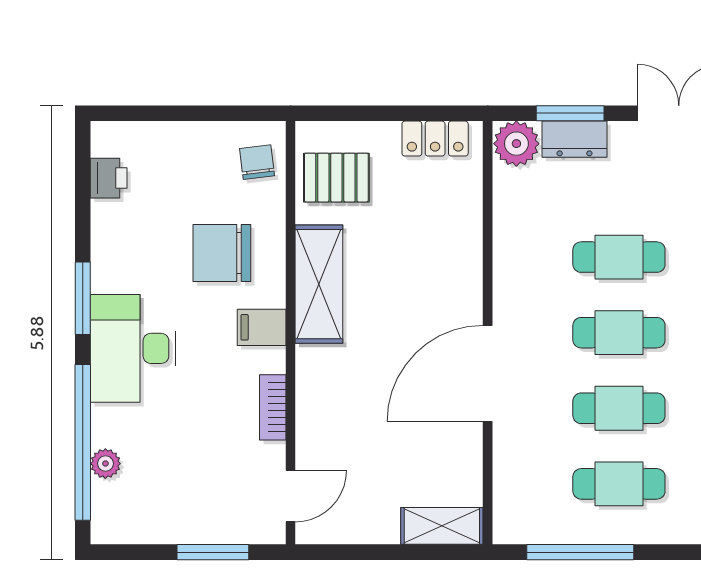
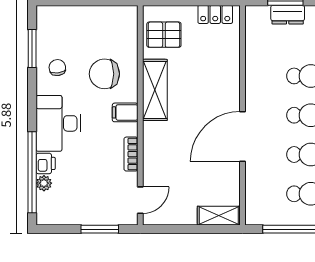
plant: (516, 144) -> (257, 17), removed
chair: (257, 162) -> (57, 68), moved
printer: (109, 178) -> (46, 163), moved
window: (83, 298) -> (32, 48), moved

